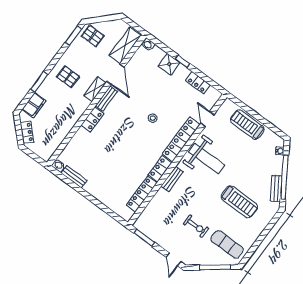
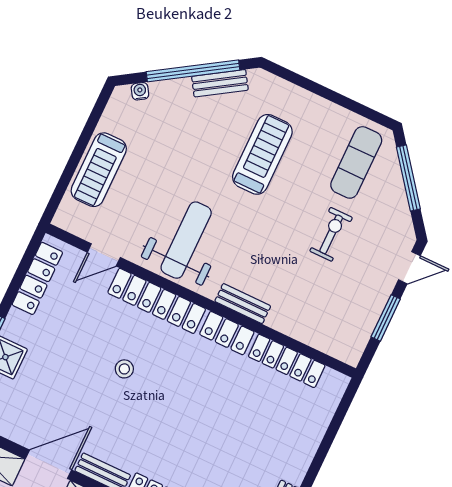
locker: (198, 83) -> (37, 278), width x1.53
window: (144, 238) -> (386, 318), moved

